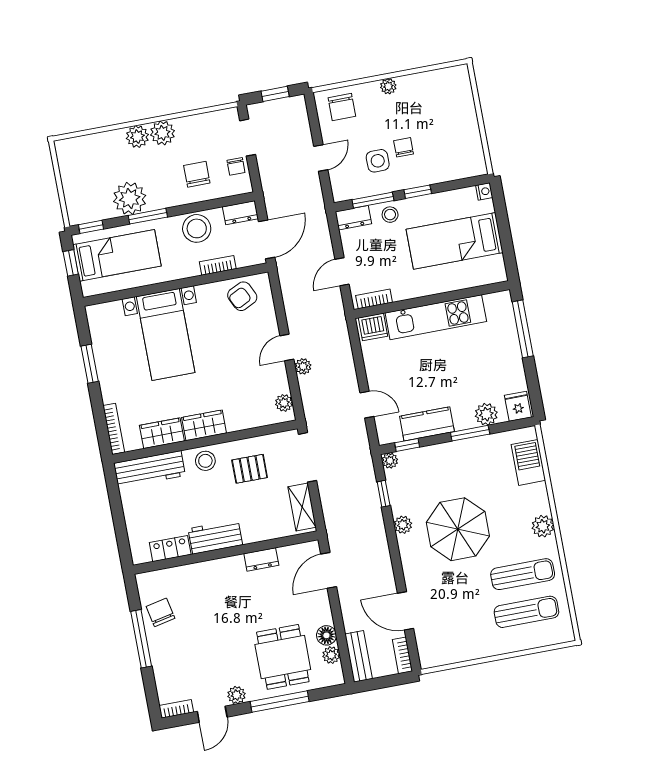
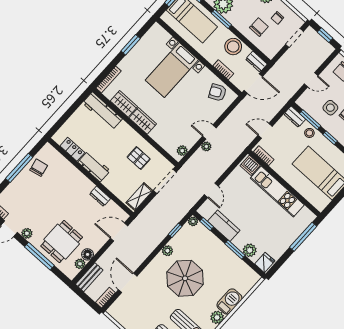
chair: (236, 166) -> (277, 18), moved
stool: (205, 461) -> (126, 134), removed
barbecue: (528, 462) -> (229, 301), moved

